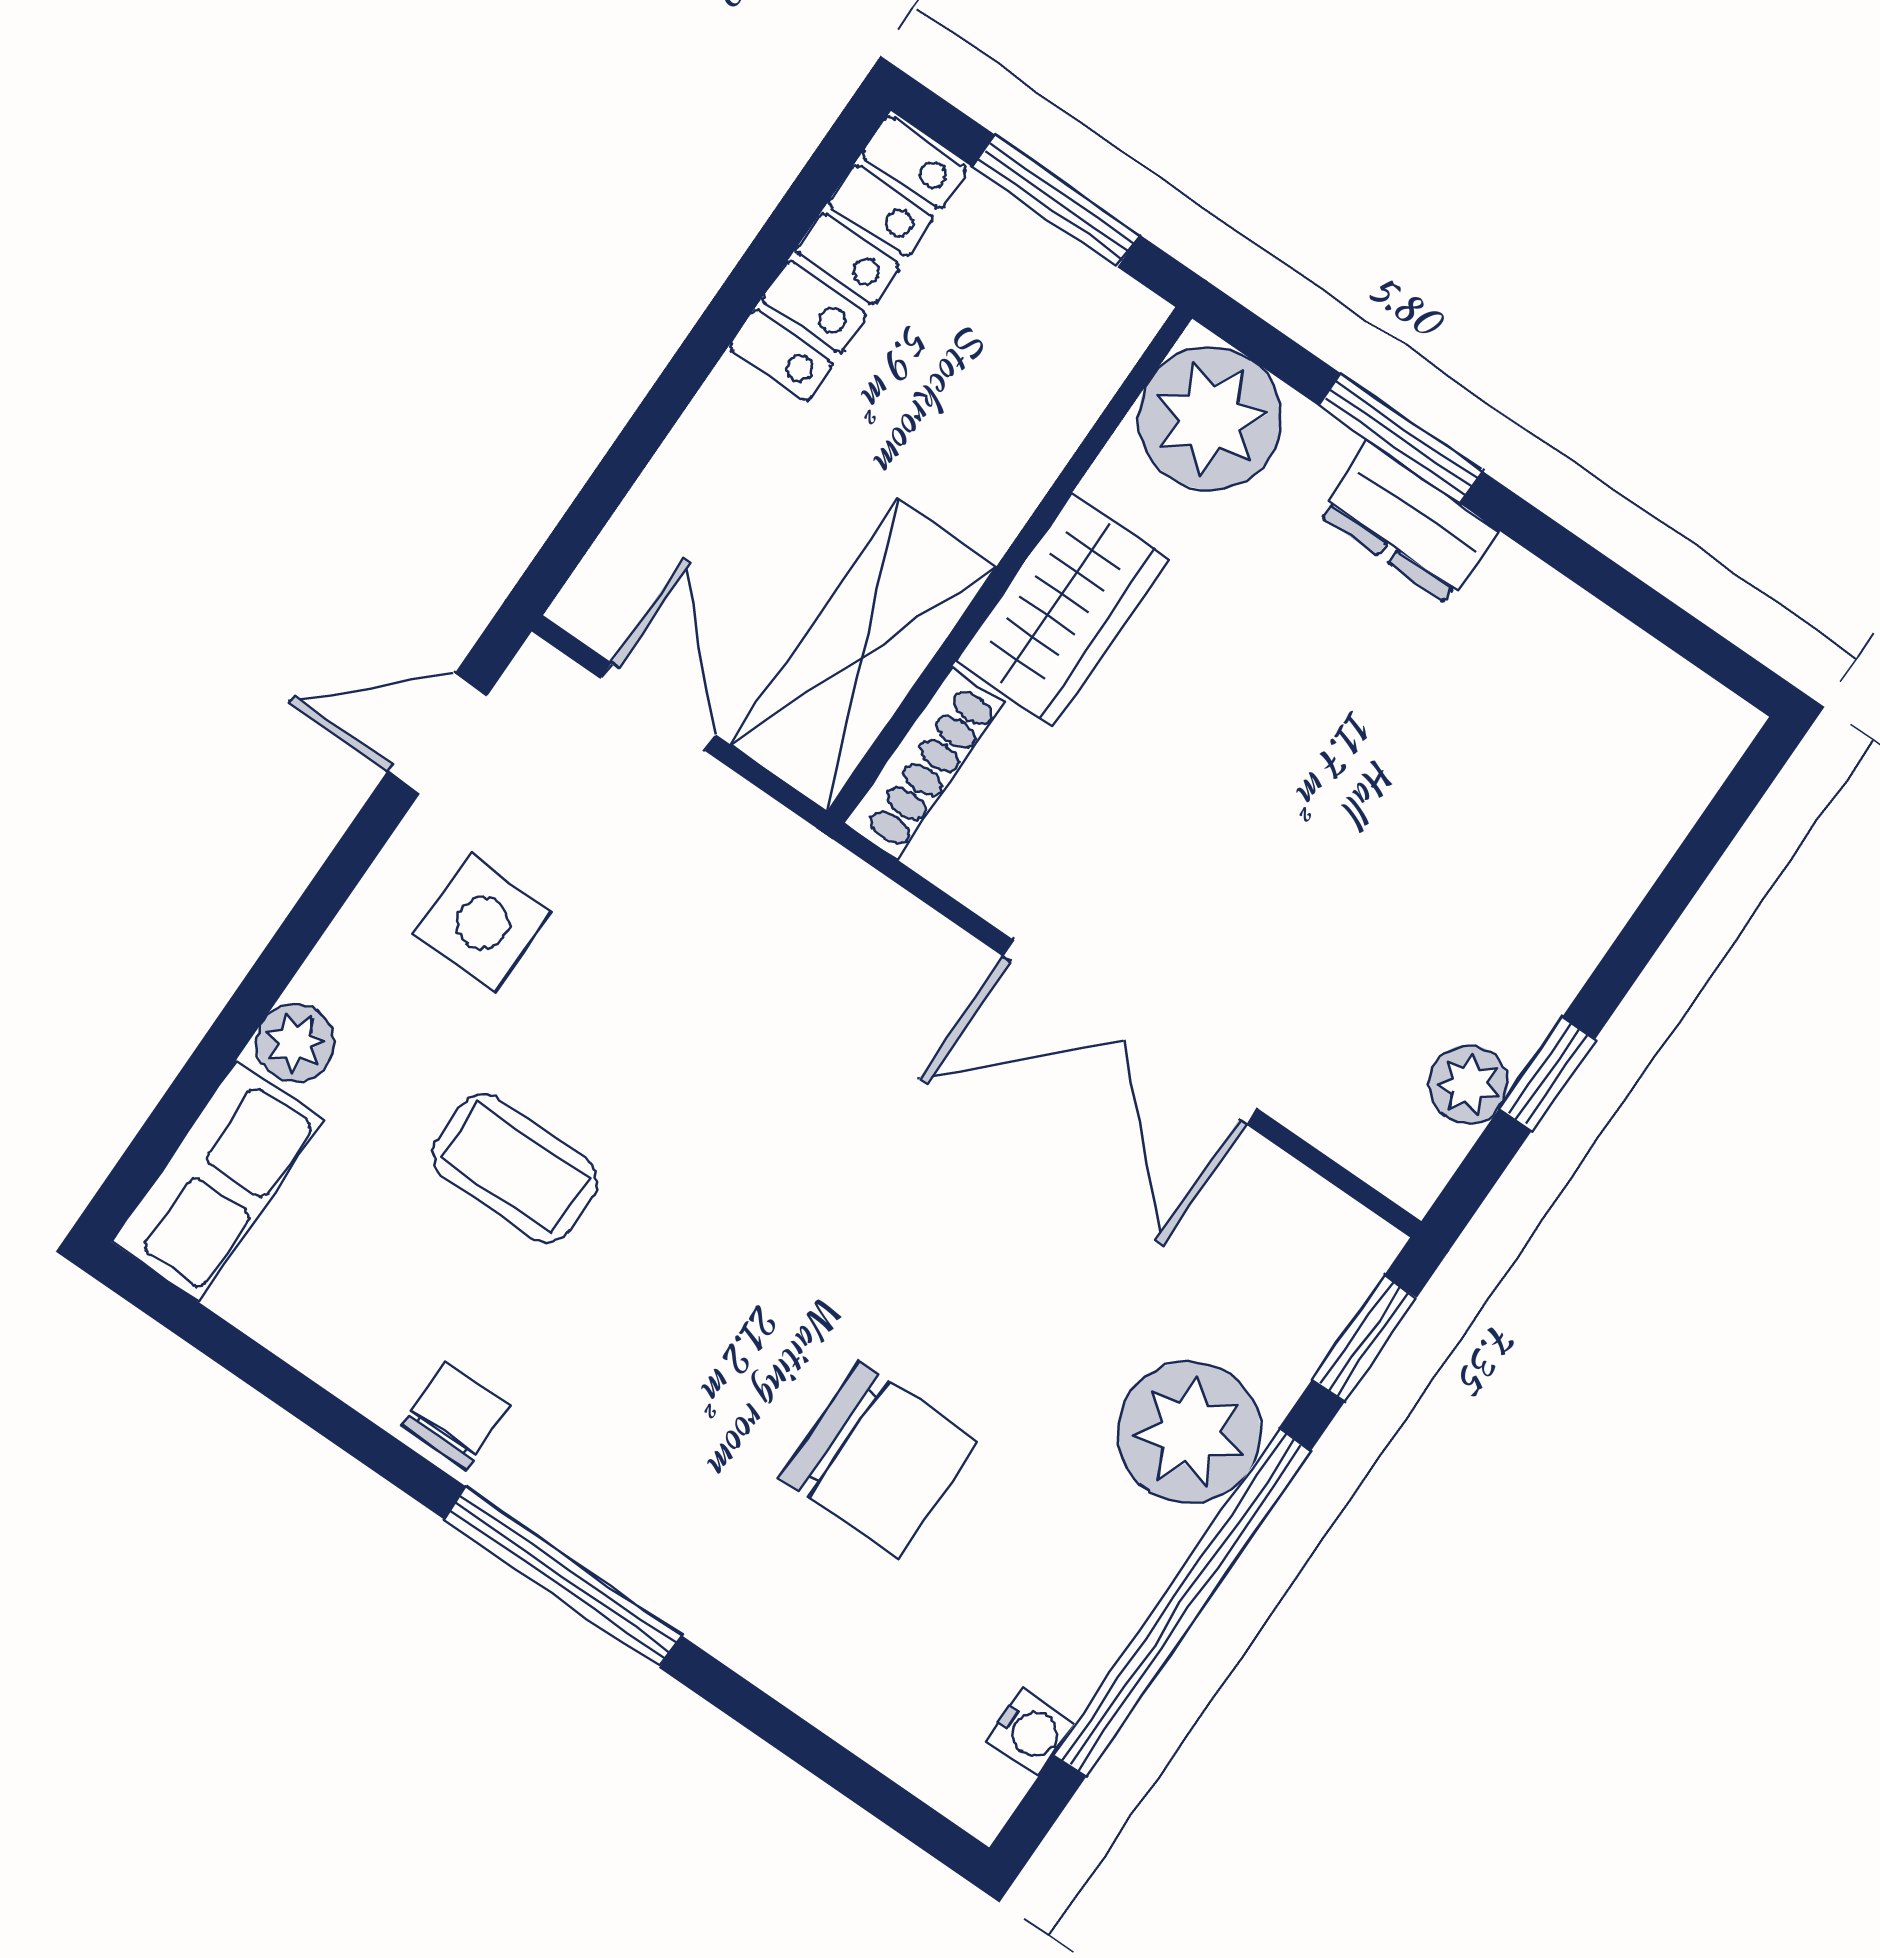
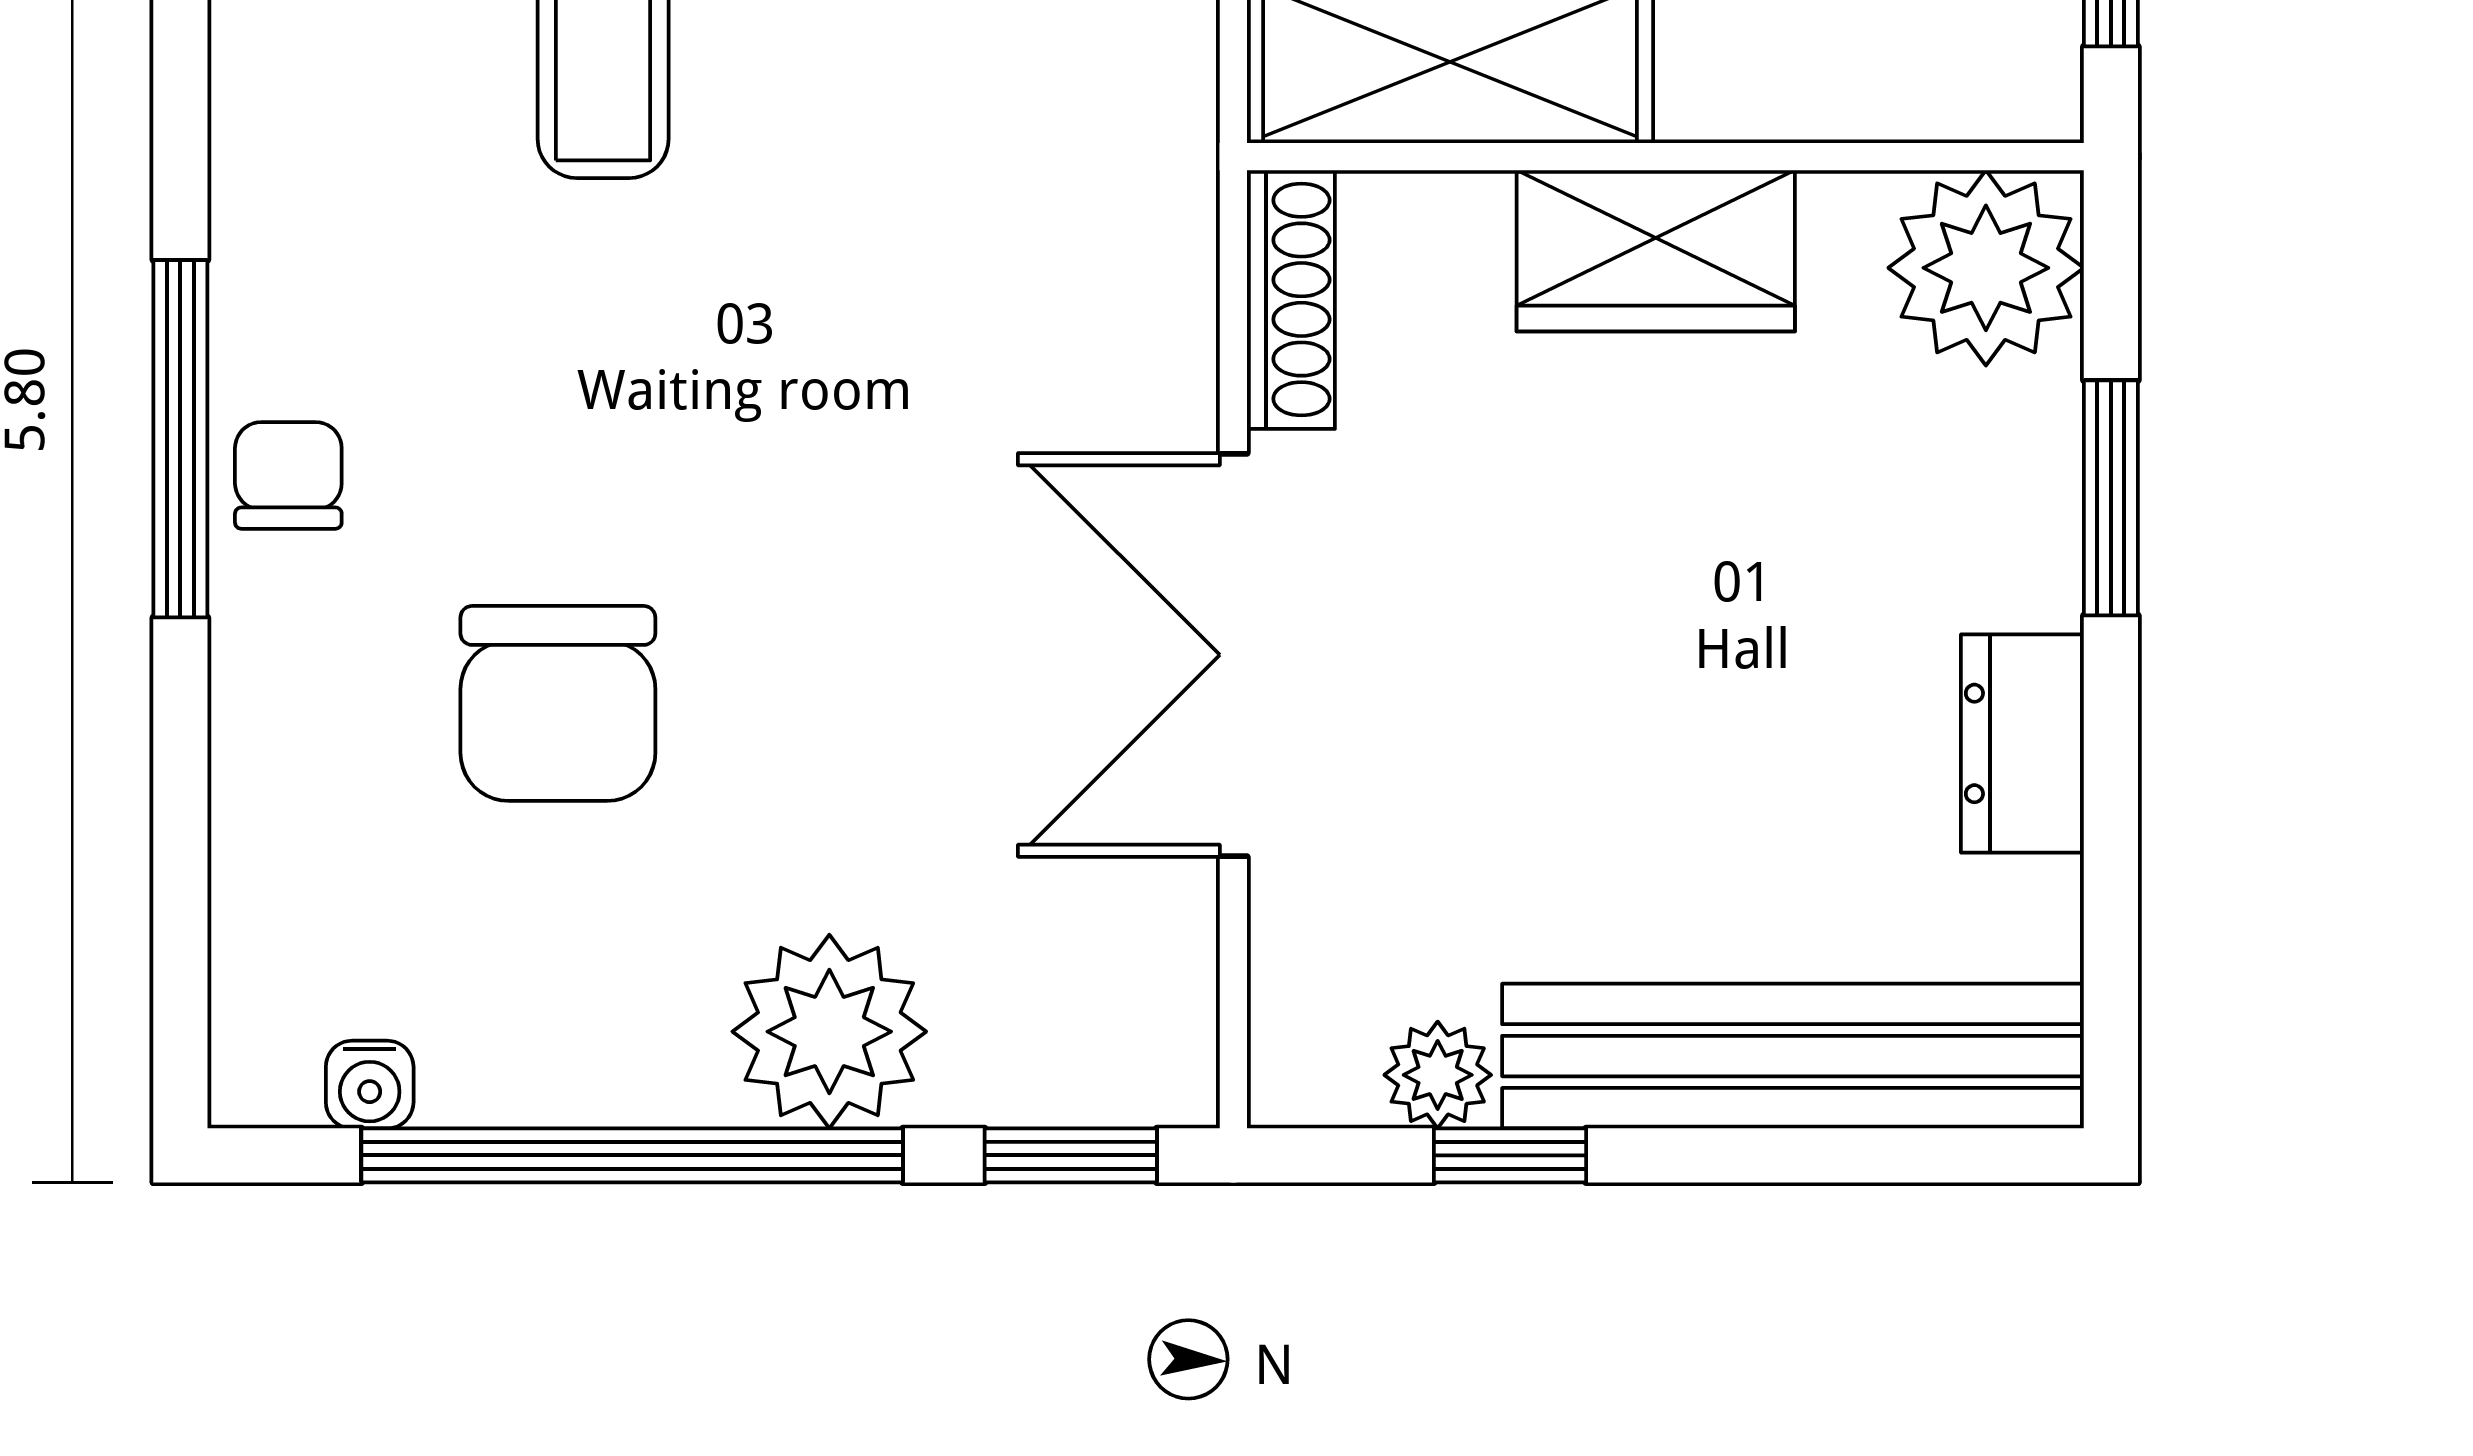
dresser: (1408, 523) -> (2022, 743), moved
shoe rack: (924, 763) -> (1291, 300), moved, turned -90
bench: (1605, 862) -> (1793, 1056), added
chair: (456, 1416) -> (288, 475), moved, turned -90

